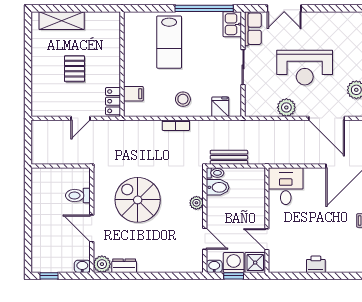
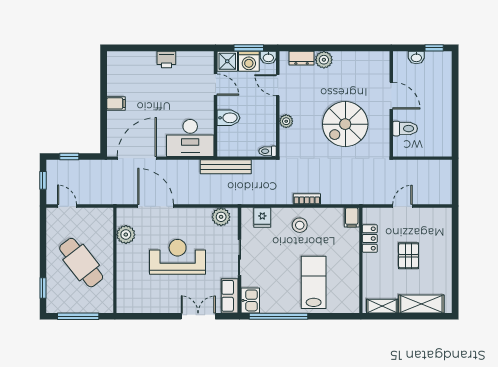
shelving: (101, 18) -> (382, 306), added
filing cabinet: (133, 94) -> (352, 217), moved, turned -90
locker: (113, 101) -> (370, 239), moved
plant: (286, 107) -> (221, 217), moved
bench: (229, 157) -> (226, 167), moved, width x1.36
desk: (286, 186) -> (190, 138), width x1.37
bidet: (218, 187) -> (228, 118), moved, turned 180
spiral stairs: (138, 200) -> (345, 124), turned 90
plant: (102, 264) -> (324, 60), moved
washbasin: (82, 266) -> (416, 57), moved
dresser: (124, 266) -> (302, 58), moved
window: (234, 276) -> (249, 48), width x1.50

